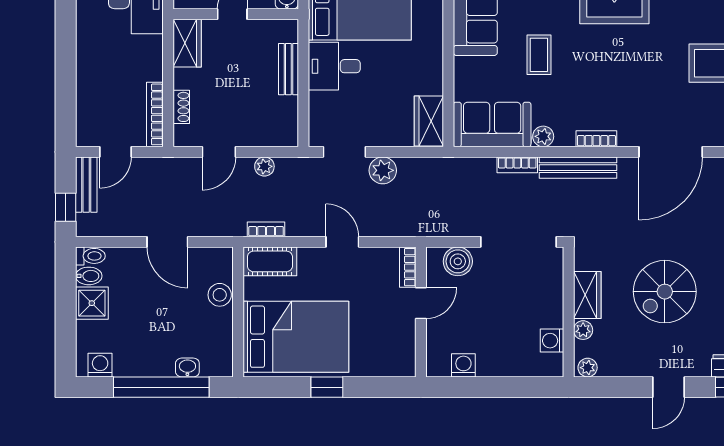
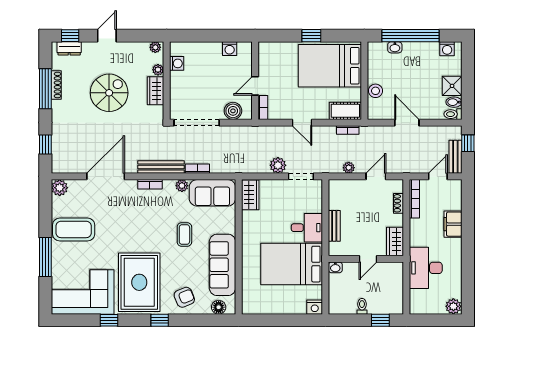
filing cabinet: (90, 72) -> (453, 224), added

